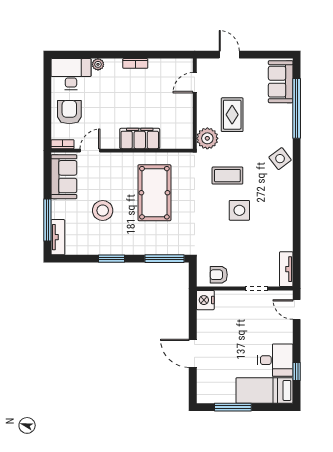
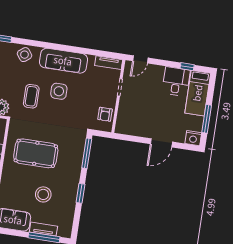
sofa: (280, 210) -> (63, 61), added
tv unit: (58, 237) -> (43, 229), moved
nightstand: (205, 300) -> (193, 138), moved

